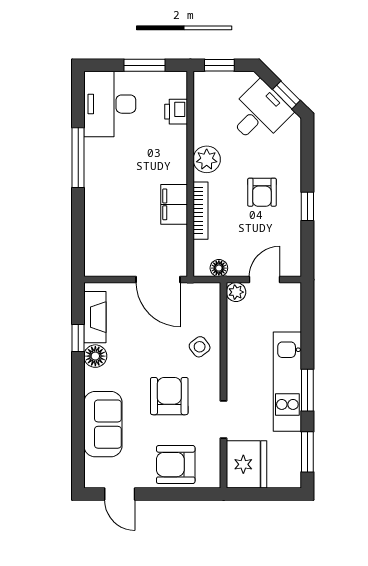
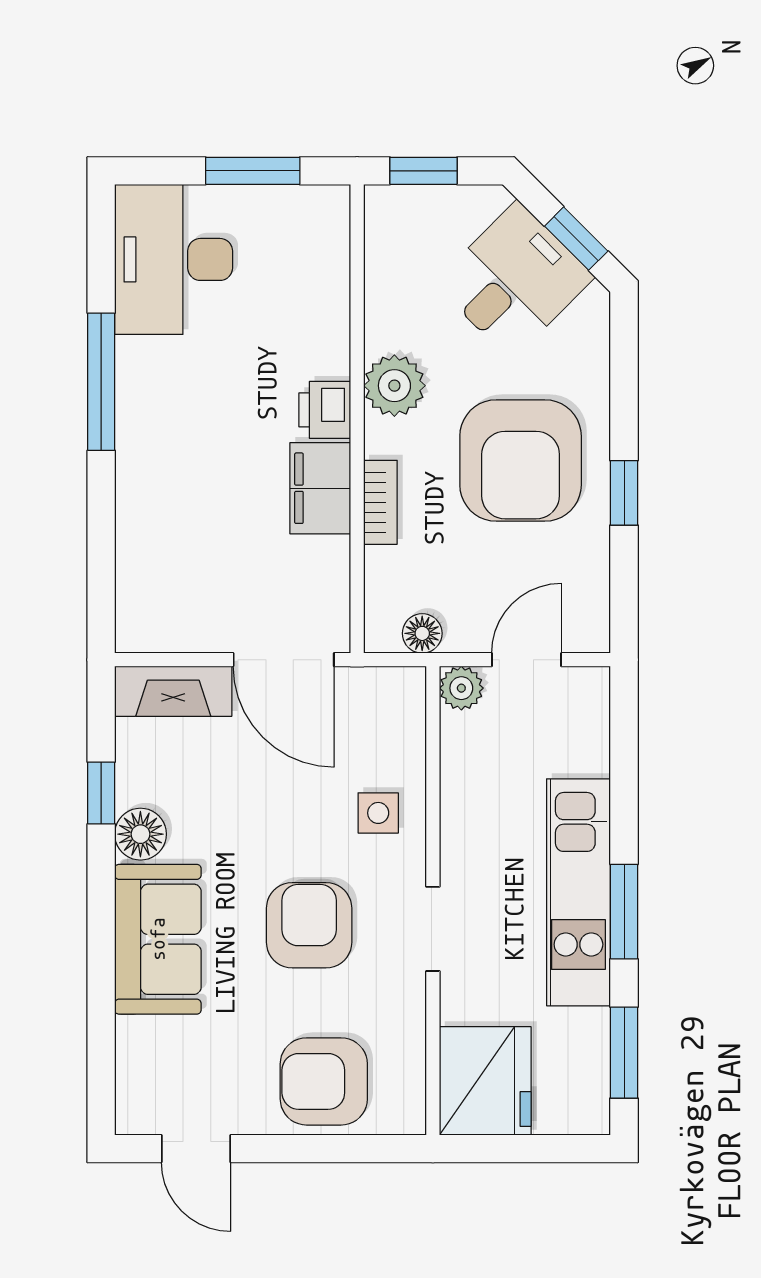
printer: (176, 112) -> (325, 410), moved
armchair: (262, 192) -> (521, 461), width x1.88, depth x1.88
bookcase: (201, 211) -> (380, 502), width x0.64
fireplace: (95, 317) -> (173, 691), moved, turned 90
side table: (200, 347) -> (378, 813), turned 38
doorway: (224, 419) -> (433, 929), moved
sofa: (103, 424) -> (158, 939), moved

